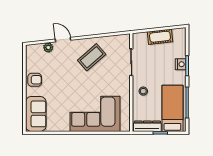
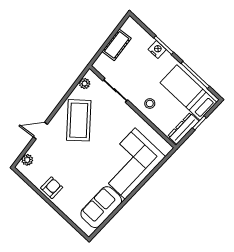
plant: (118, 39) -> (85, 84), added
plant: (48, 47) -> (27, 160), moved
coffee table: (92, 57) -> (79, 120), width x1.36, depth x1.32
sofa: (36, 114) -> (101, 207), moved, turned -90

